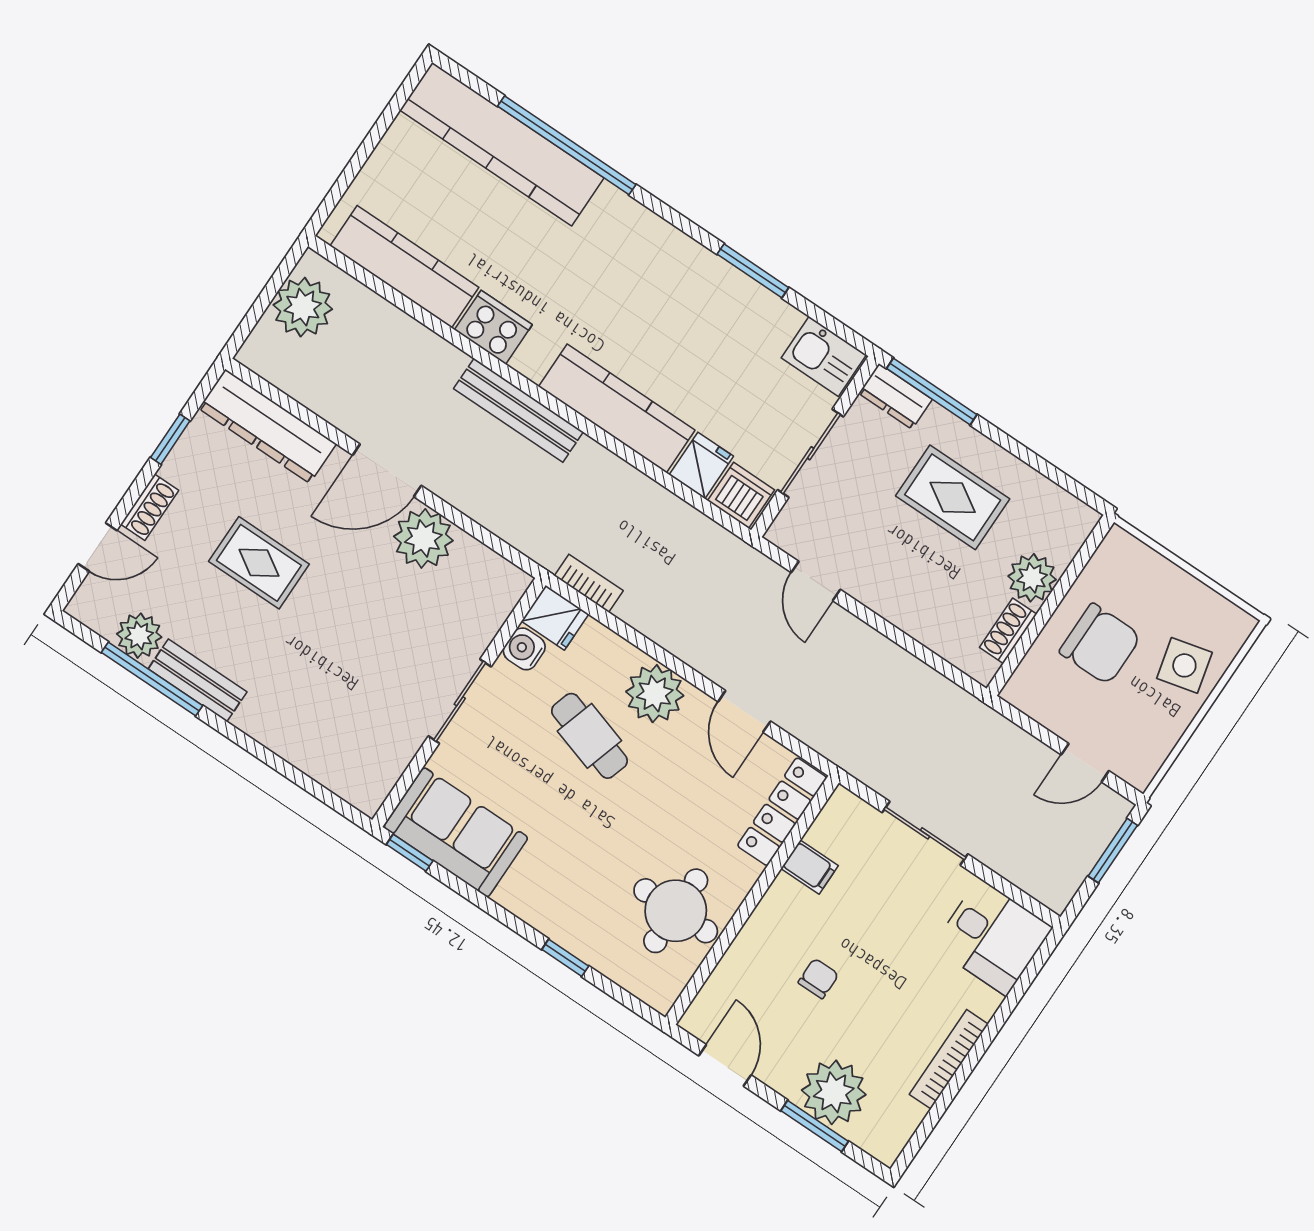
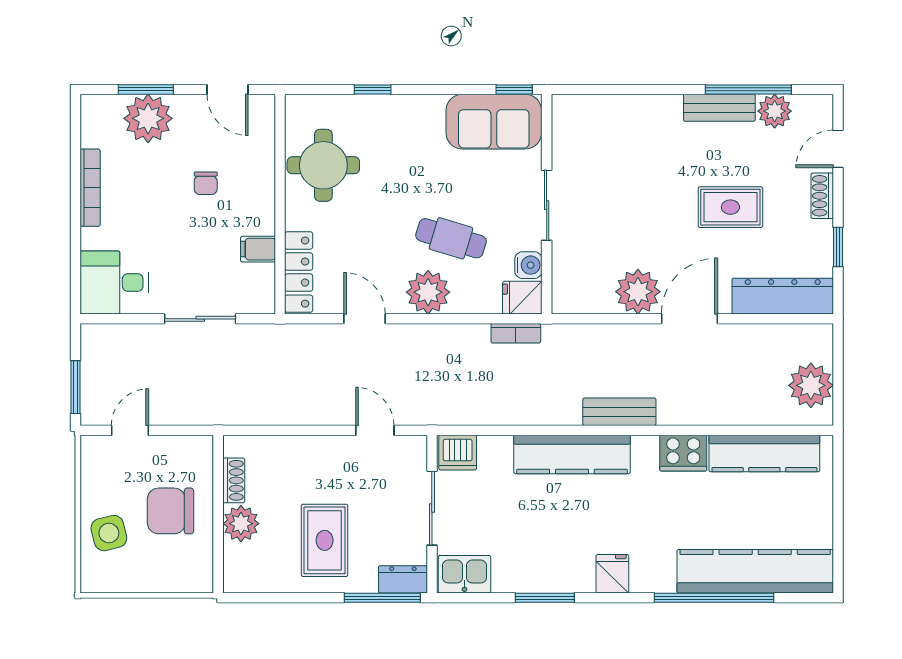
bench: (518, 410) -> (619, 412), width x0.73
fridge: (701, 465) -> (612, 574), moved, turned 180
rug: (953, 497) -> (325, 540), turned 90

